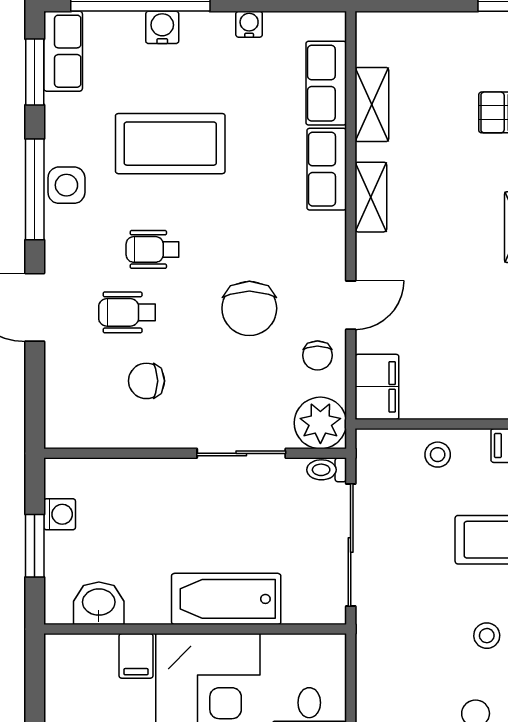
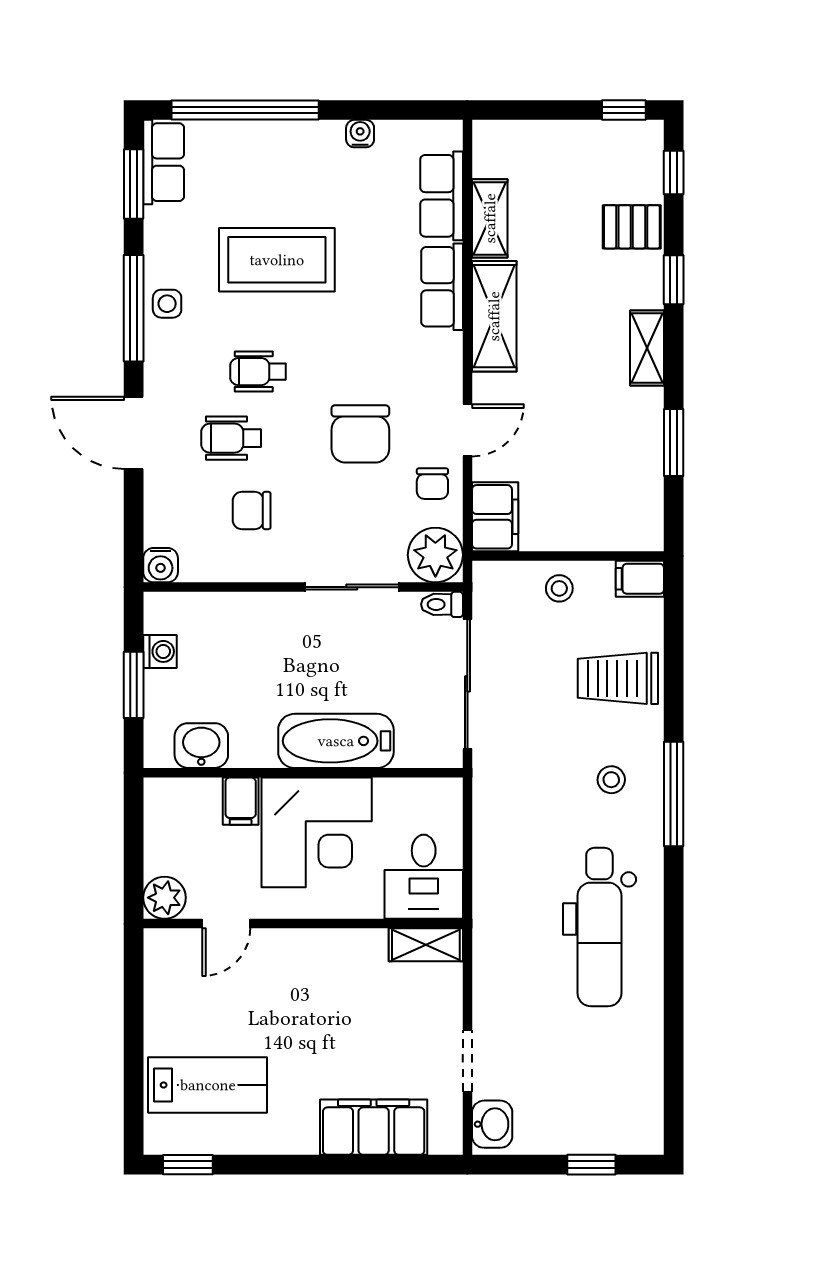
water cooler: (162, 27) -> (161, 565), moved, turned 180
side table: (66, 185) -> (167, 304), width x0.73, depth x0.73
shelving: (371, 197) -> (494, 316), width x1.50, depth x1.33

